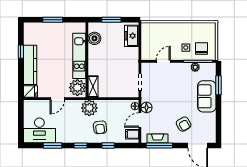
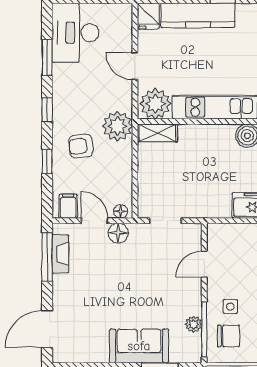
door: (163, 61) -> (204, 264), swing flipped
armchair: (184, 124) -> (87, 302), removed

